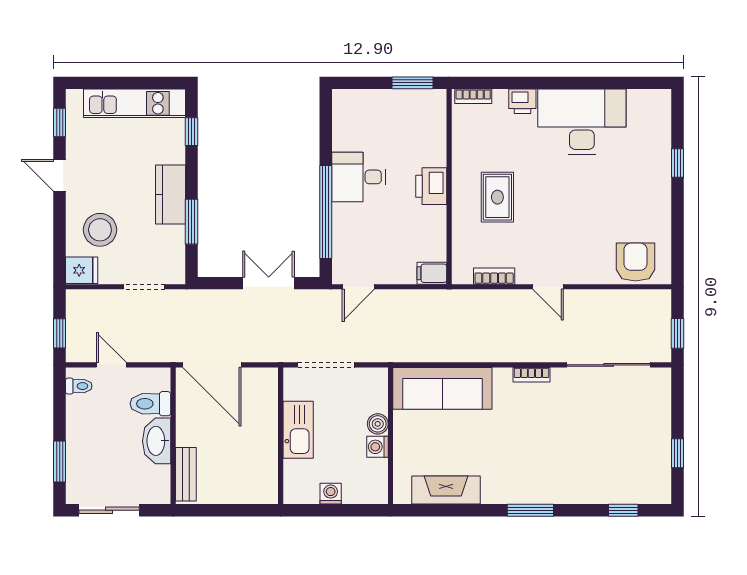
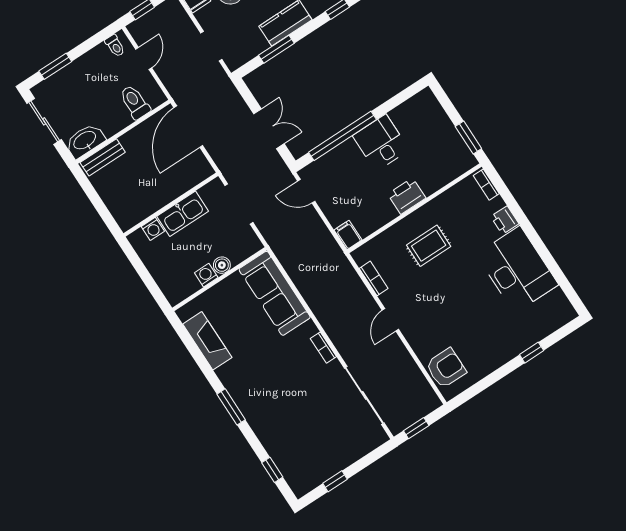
washbasin: (157, 441) -> (85, 141), moved
washing machine: (331, 494) -> (153, 229), moved, turned 90

